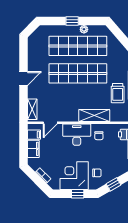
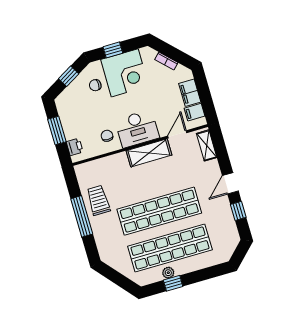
window: (72, 21) -> (173, 283), moved
window: (23, 58) -> (238, 211), added
shelving: (94, 116) -> (149, 153), moved

